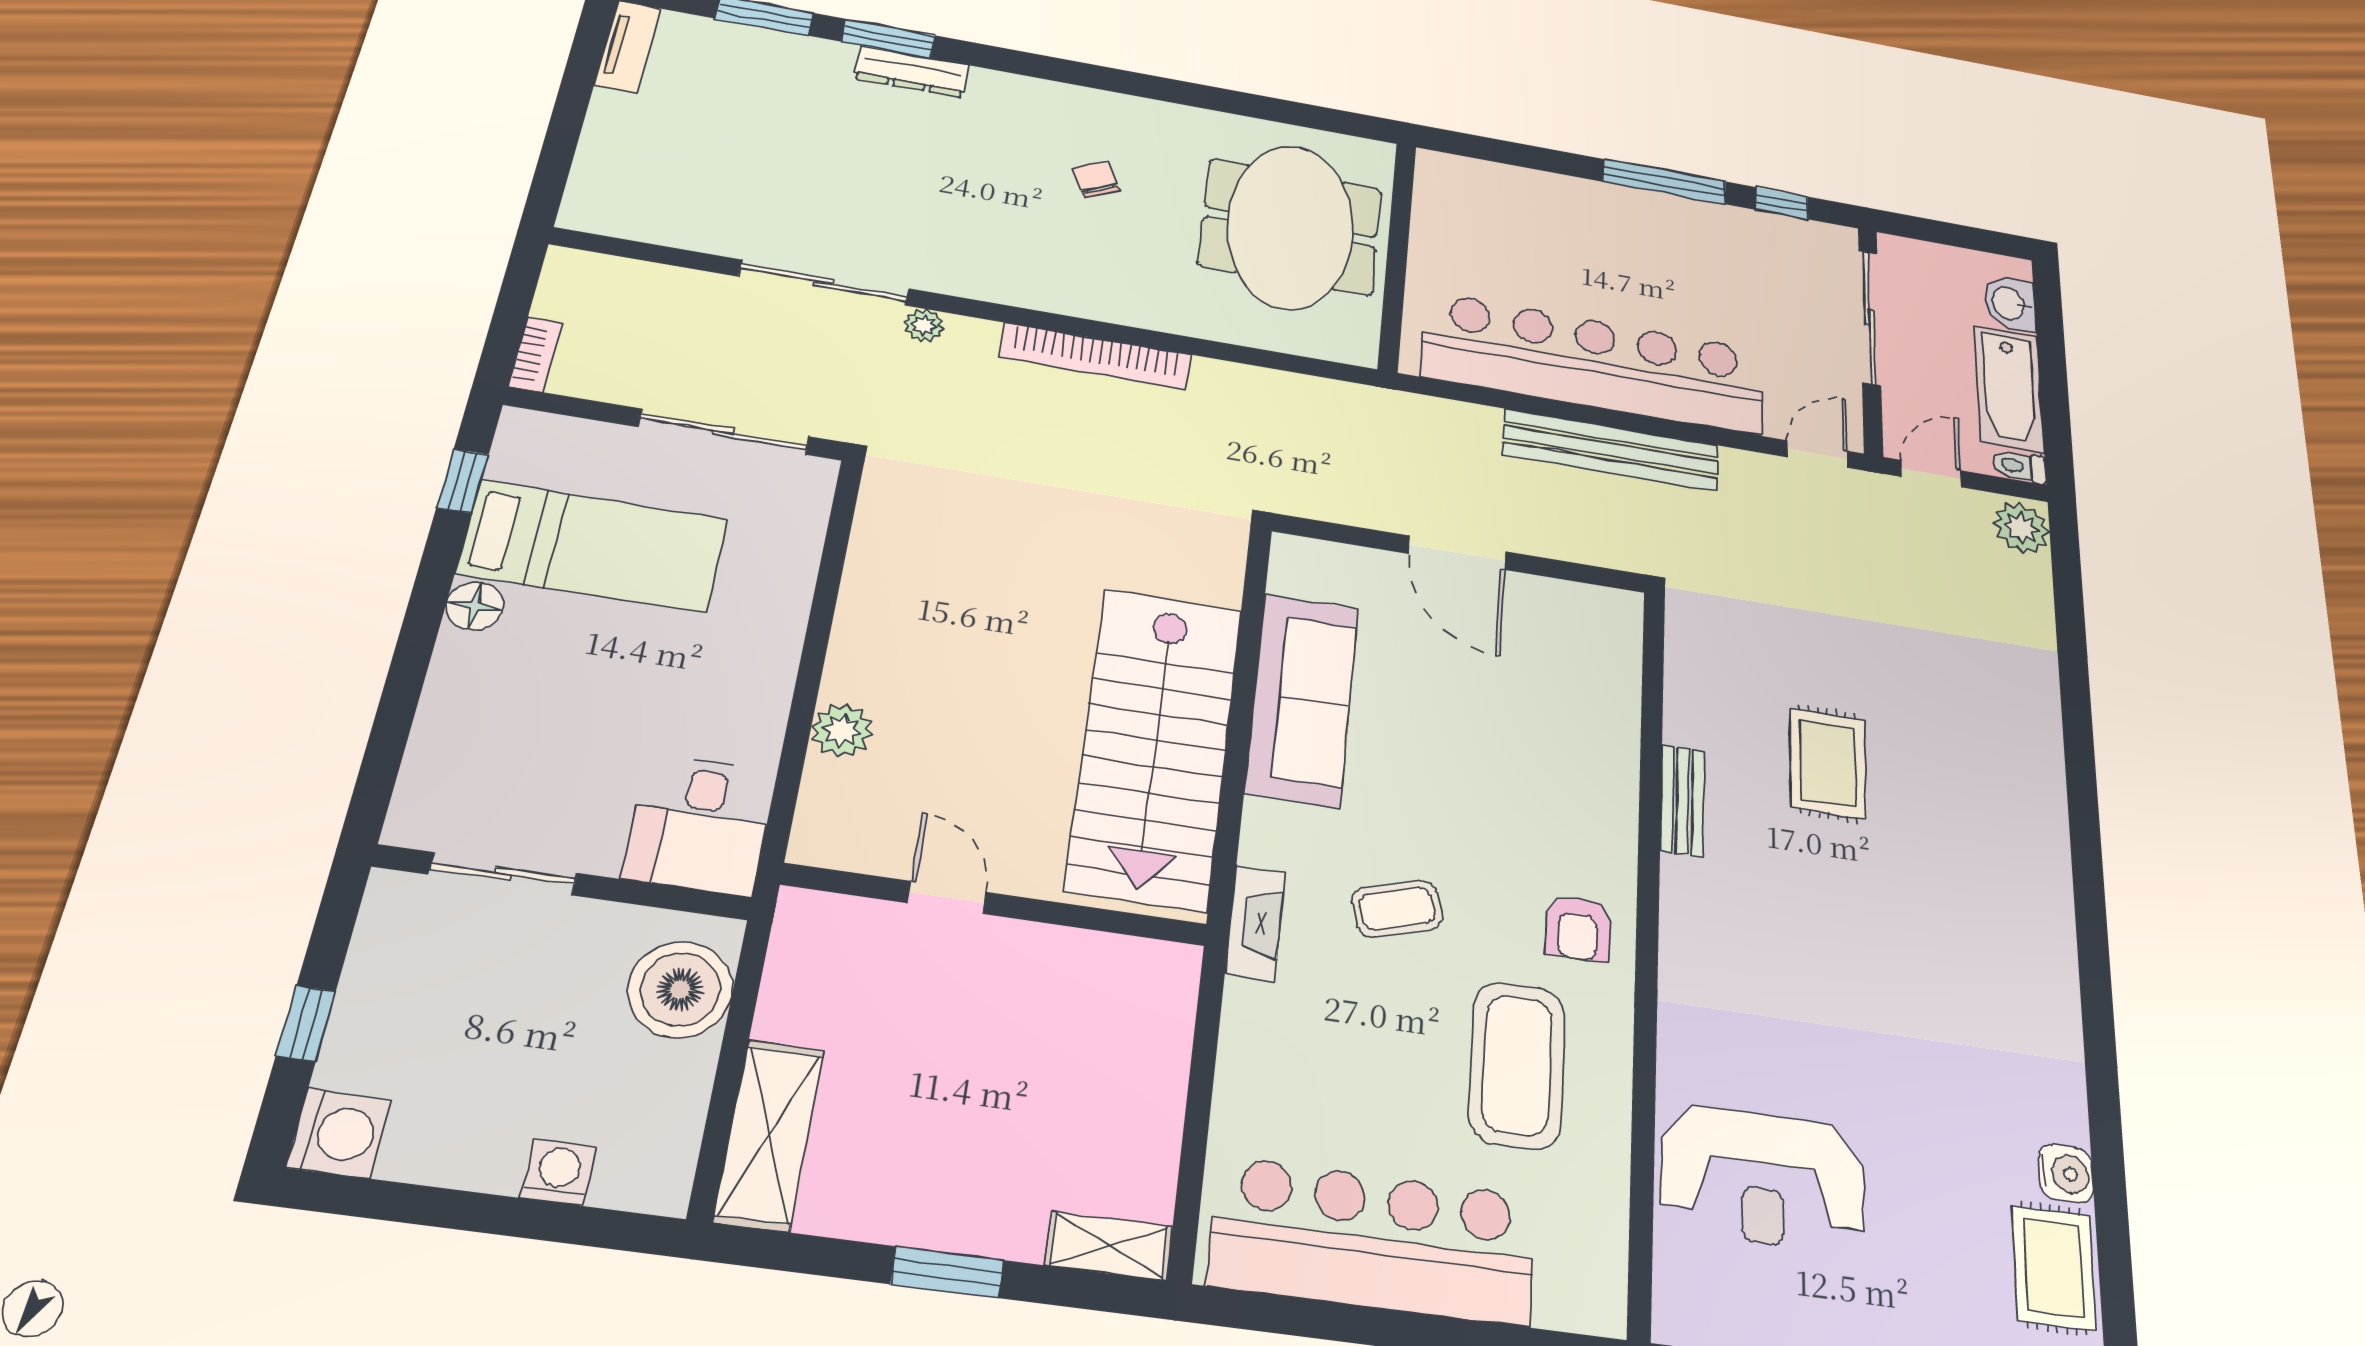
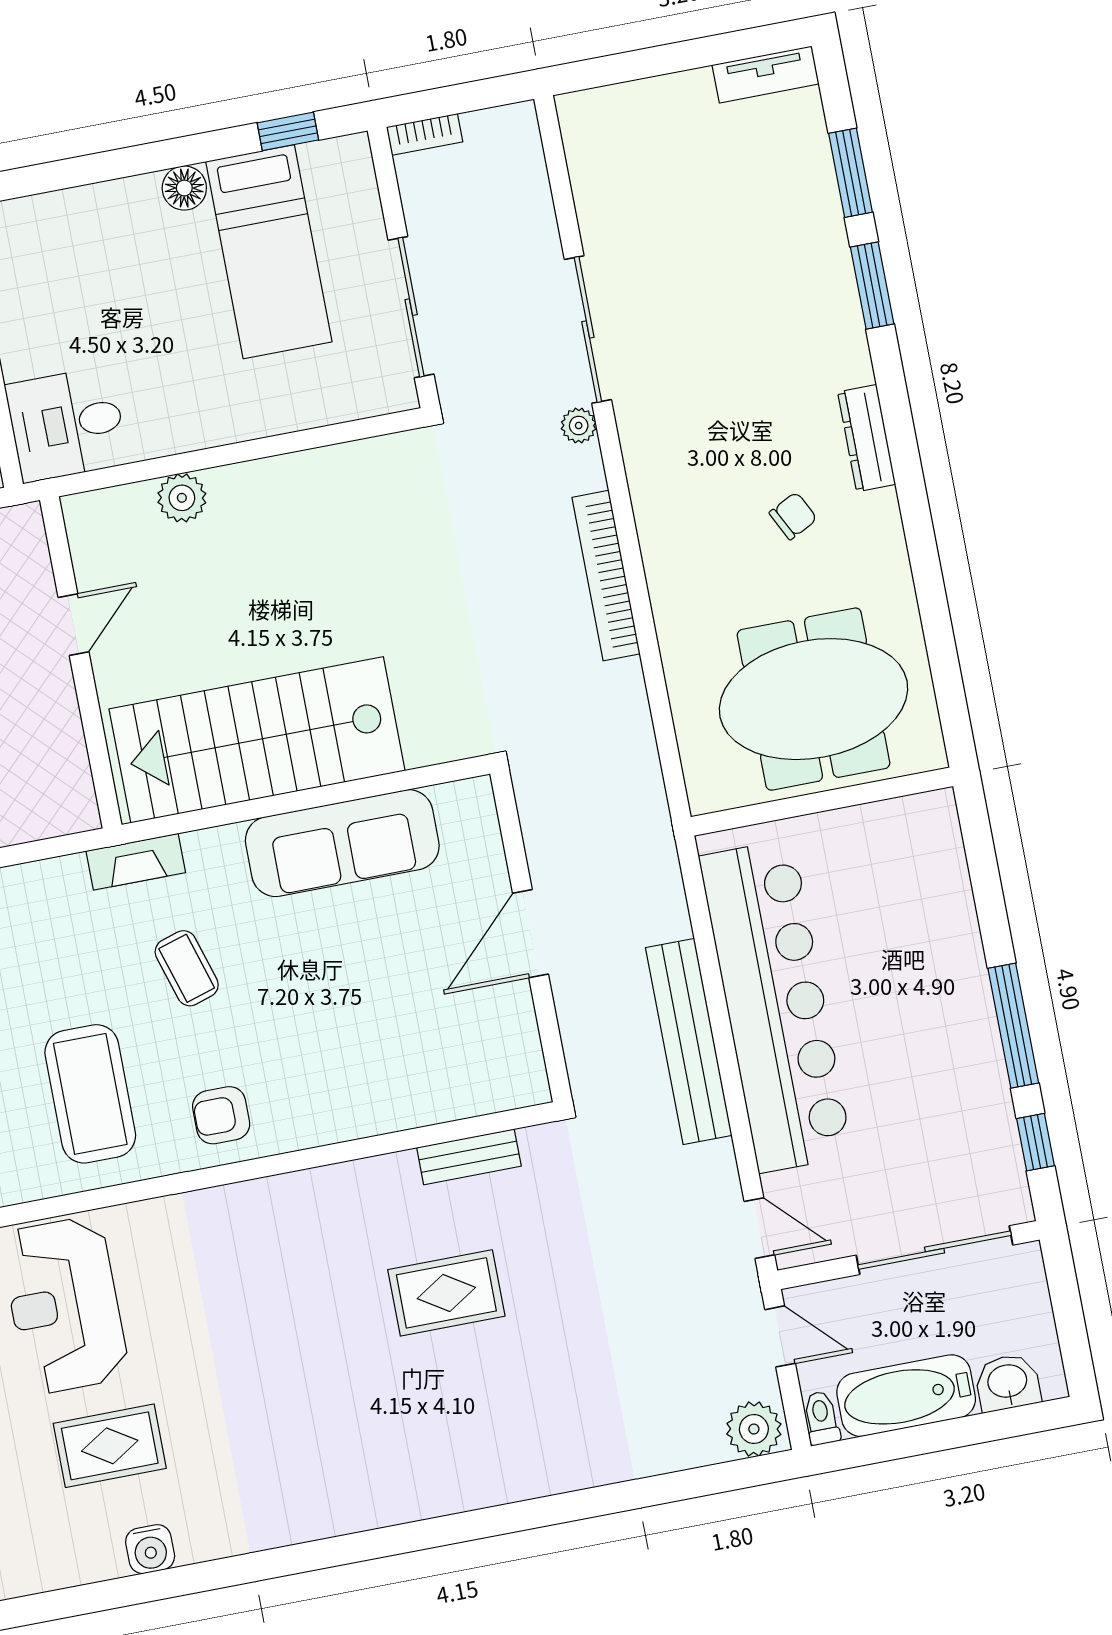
dresser: (912, 72) -> (867, 438), moved
bench: (1683, 801) -> (469, 1157), moved
coffee table: (1517, 1065) -> (90, 1094), turned 90
rug: (2054, 1268) -> (110, 1446), moved

